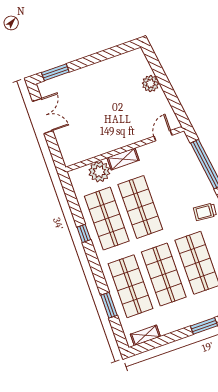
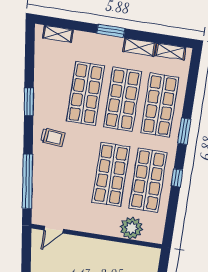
shelving: (123, 159) -> (139, 47), moved
window: (109, 305) -> (184, 131), moved

